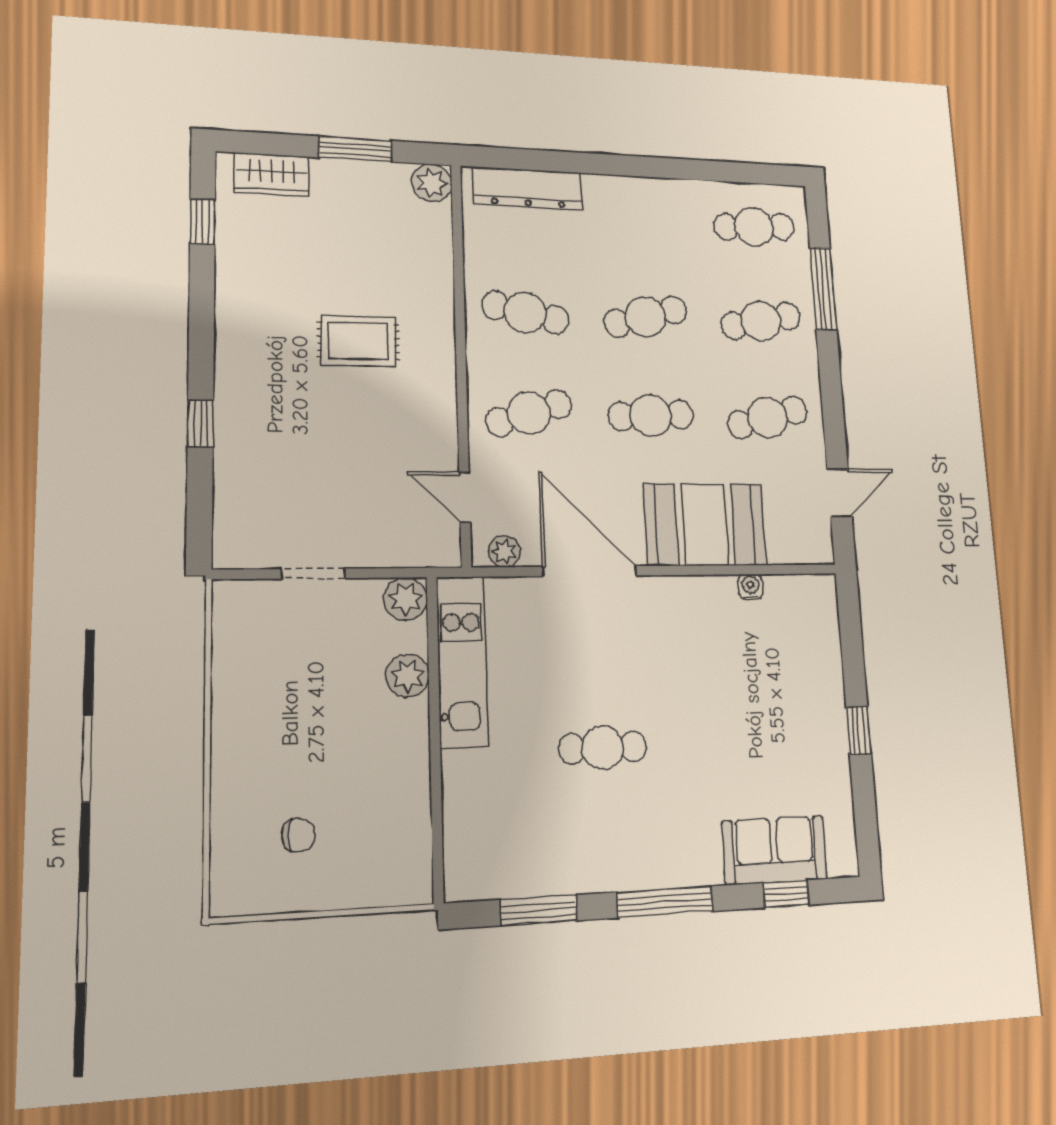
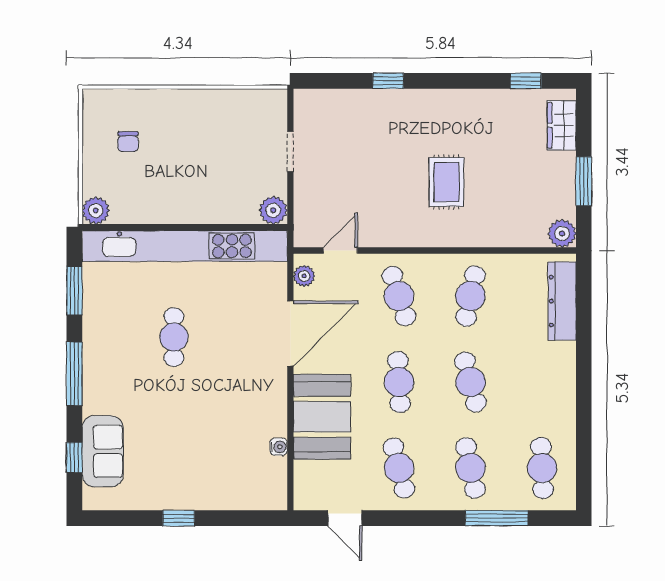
kitchen unit: (462, 661) -> (185, 246), width x1.86
plant: (407, 676) -> (96, 211), moved

